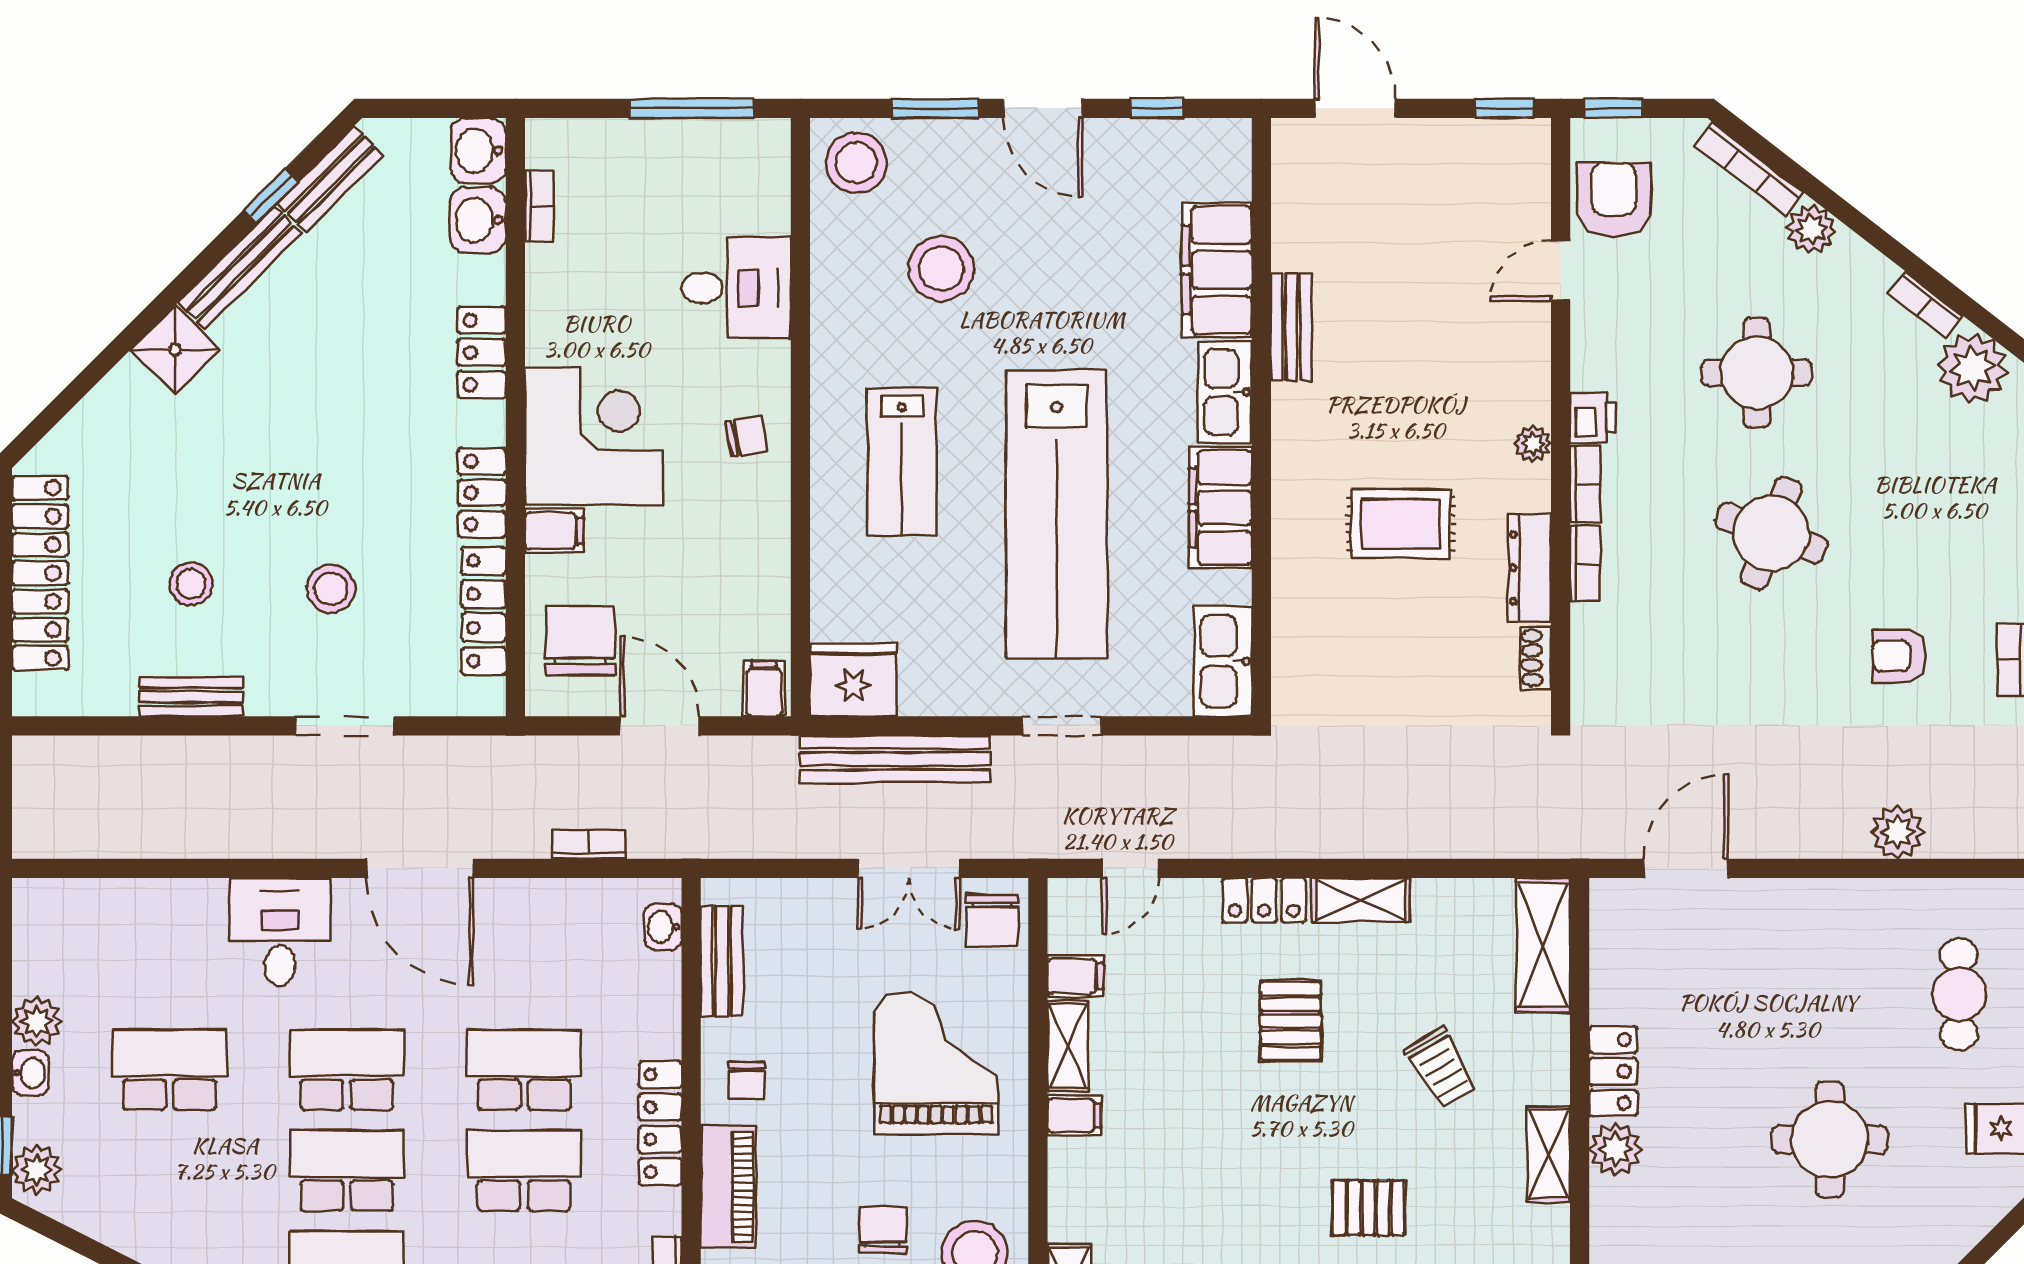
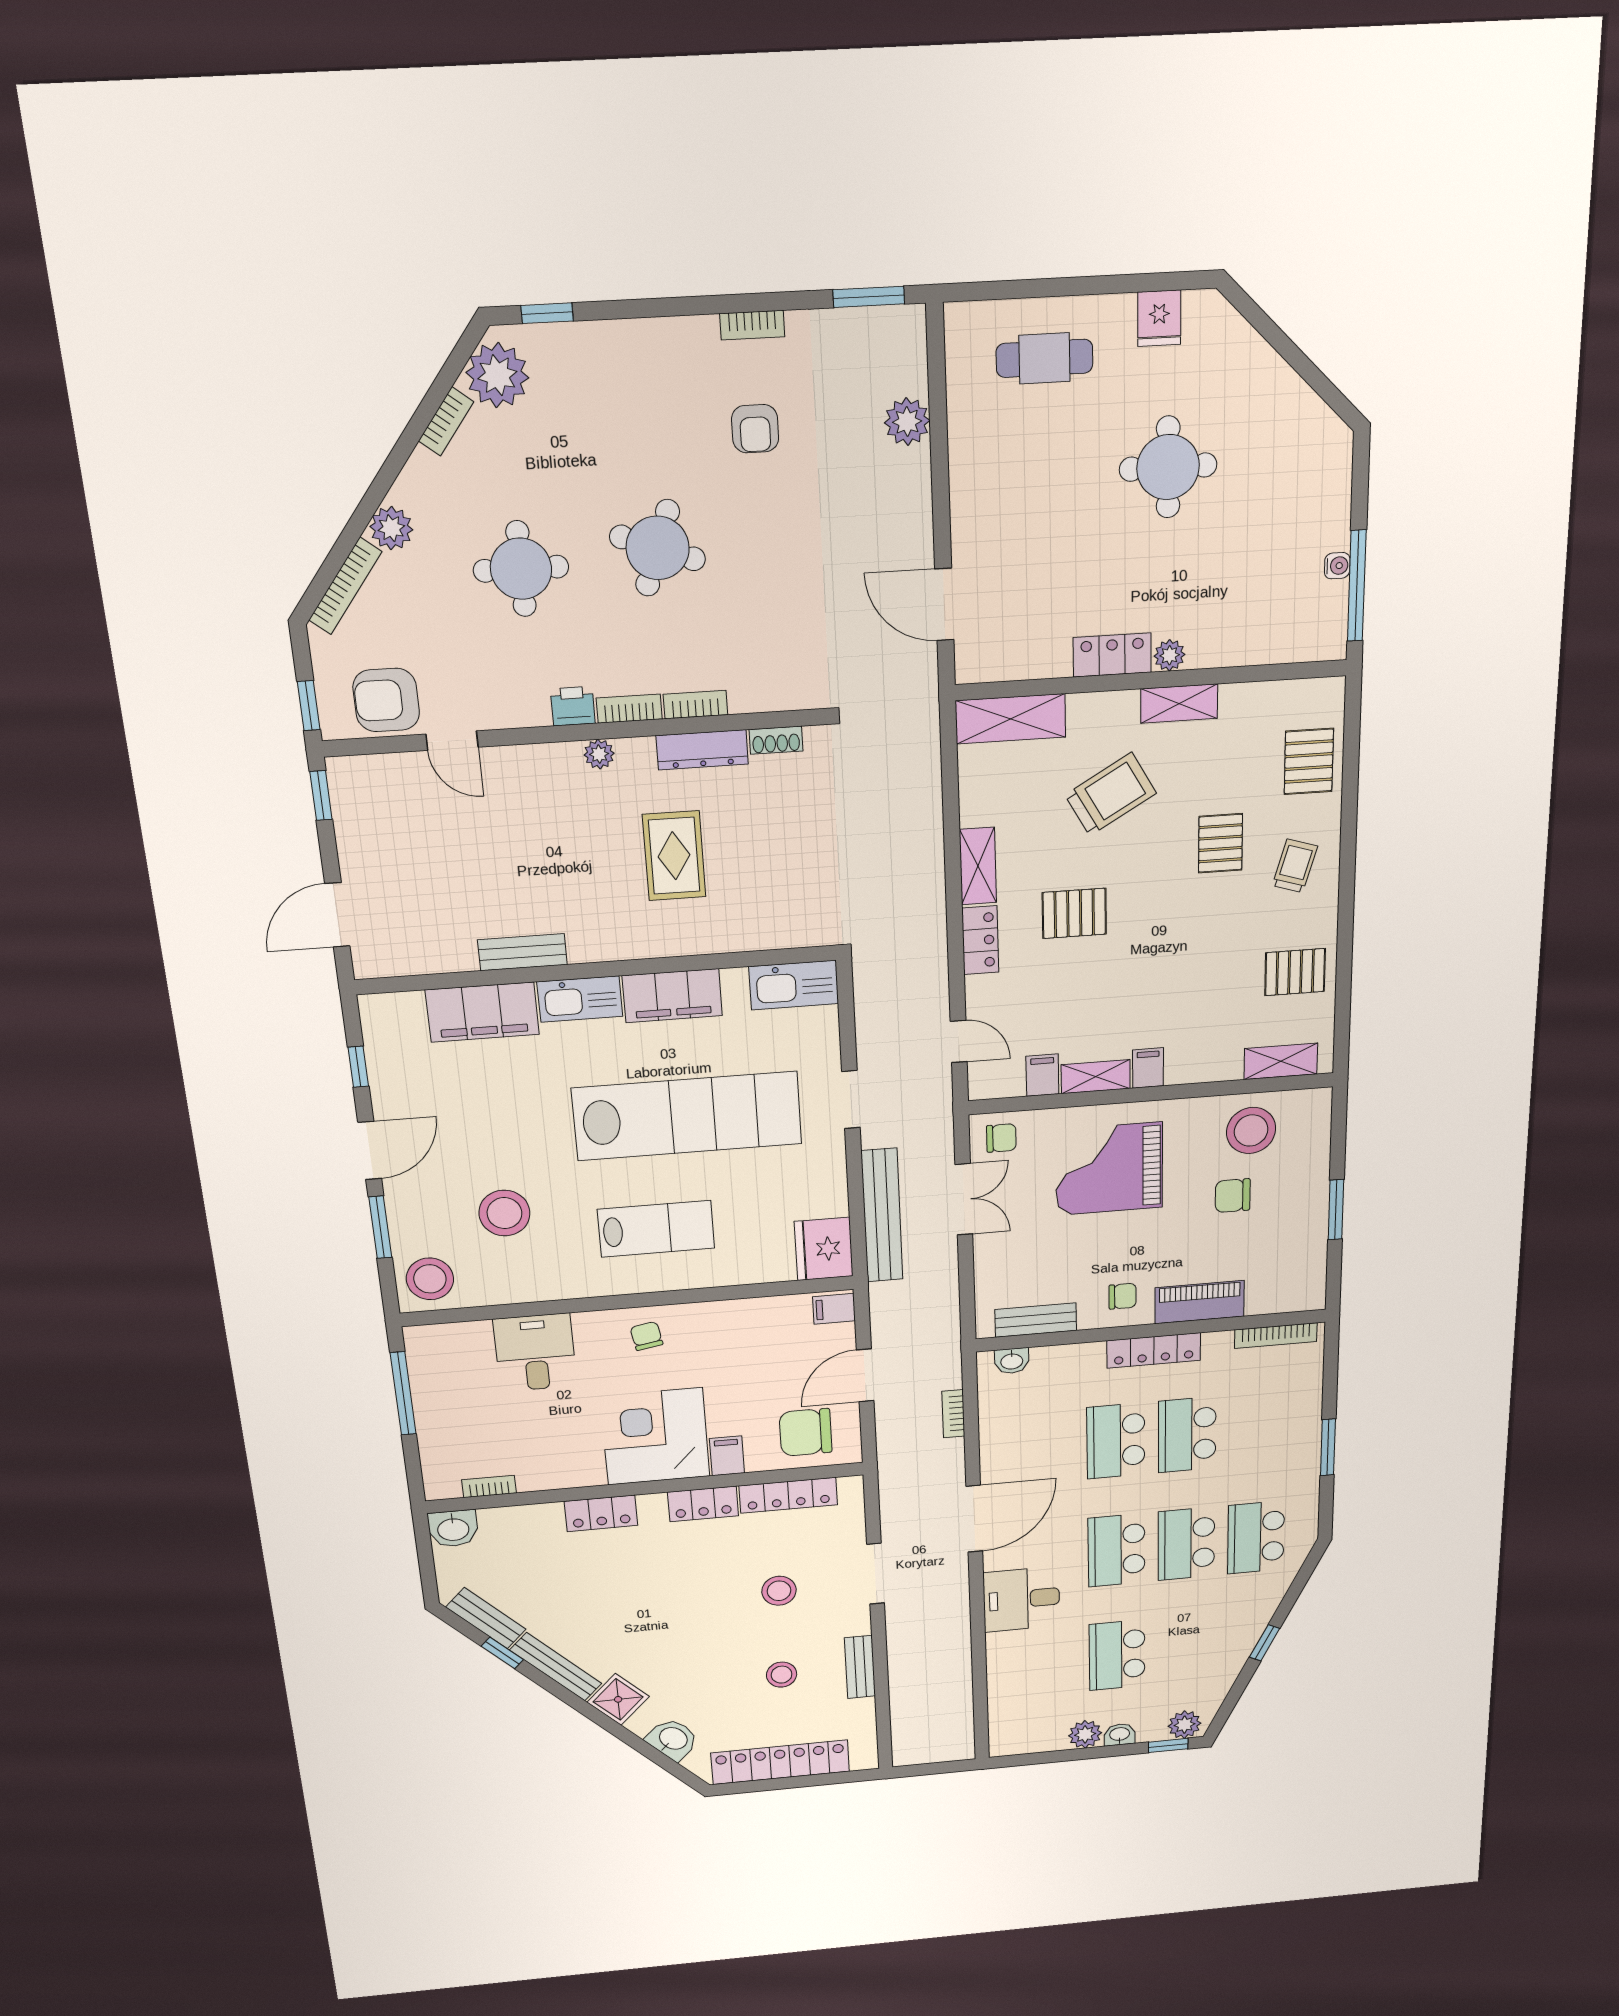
washbasin: (478, 220) -> (673, 1739), moved, turned -135
chair: (992, 921) -> (1001, 1138), width x0.73, depth x0.73
trolley: (1441, 1068) -> (1111, 794), width x1.36, depth x1.39
plant: (1616, 1149) -> (1170, 655), width x0.73, depth x0.73

